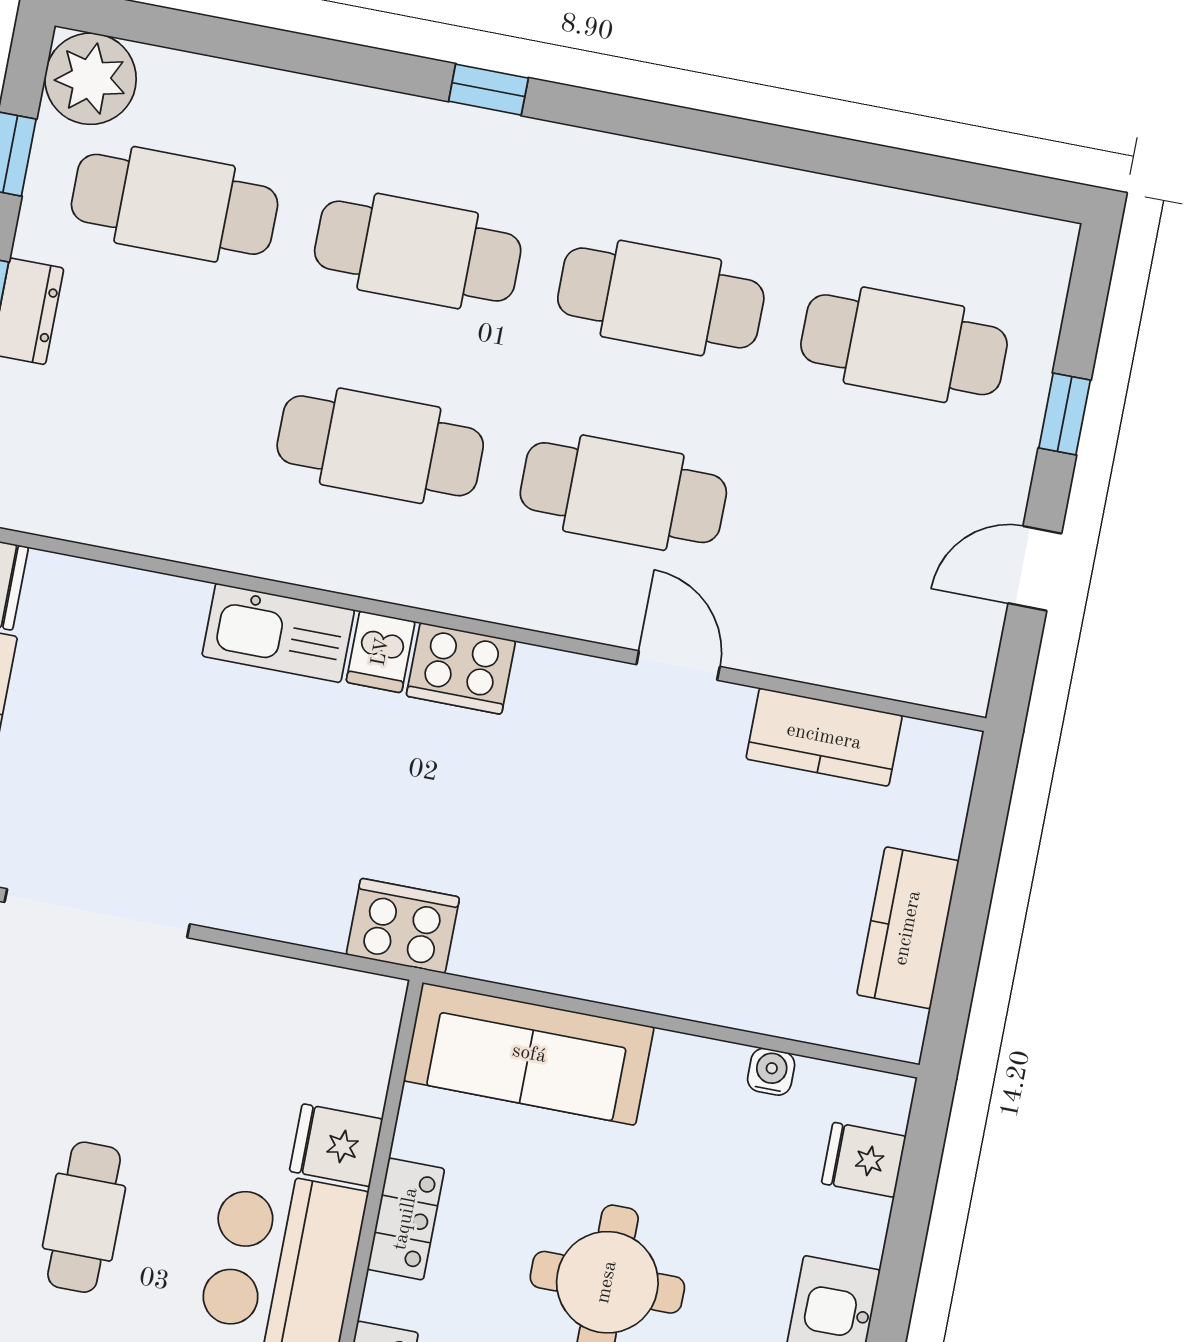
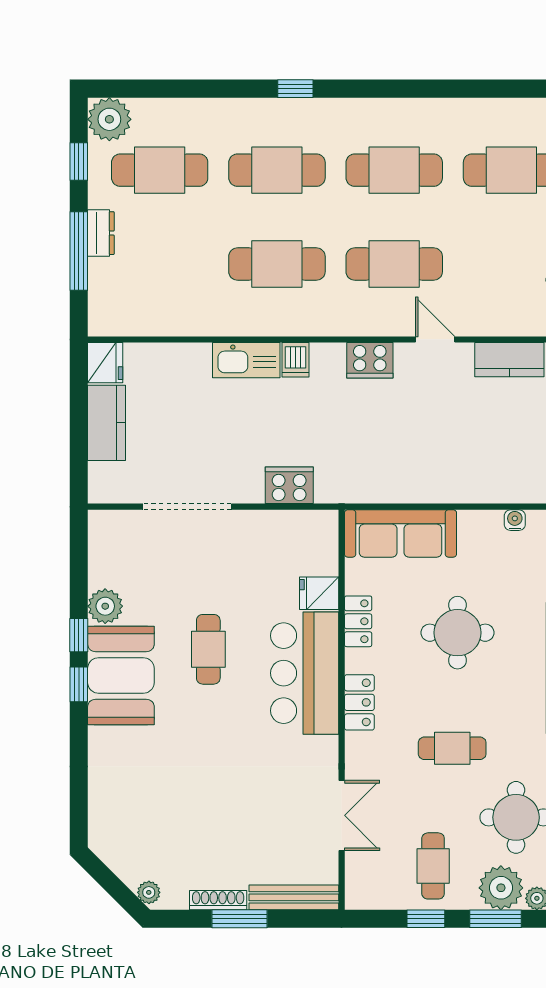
cooker: (461, 668) -> (370, 360), moved
cooker: (403, 926) -> (289, 485), moved

